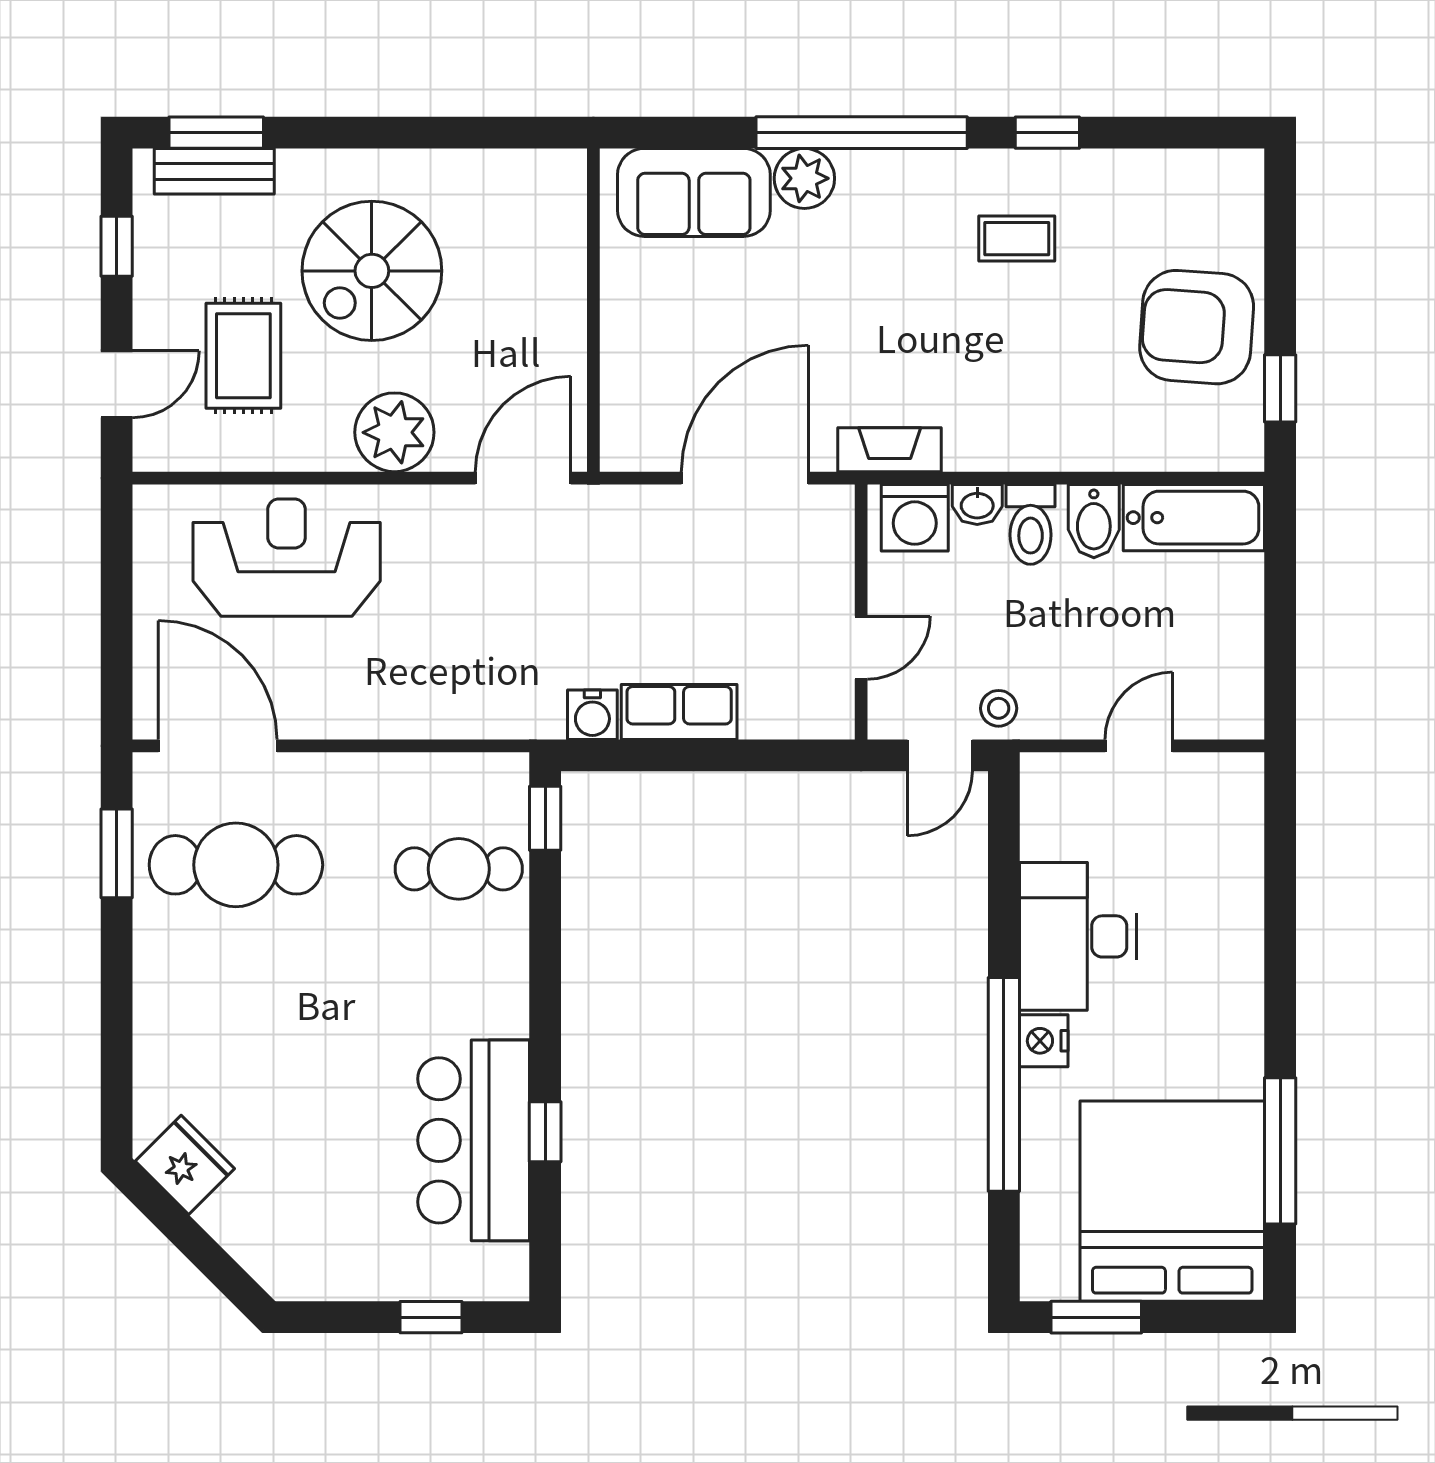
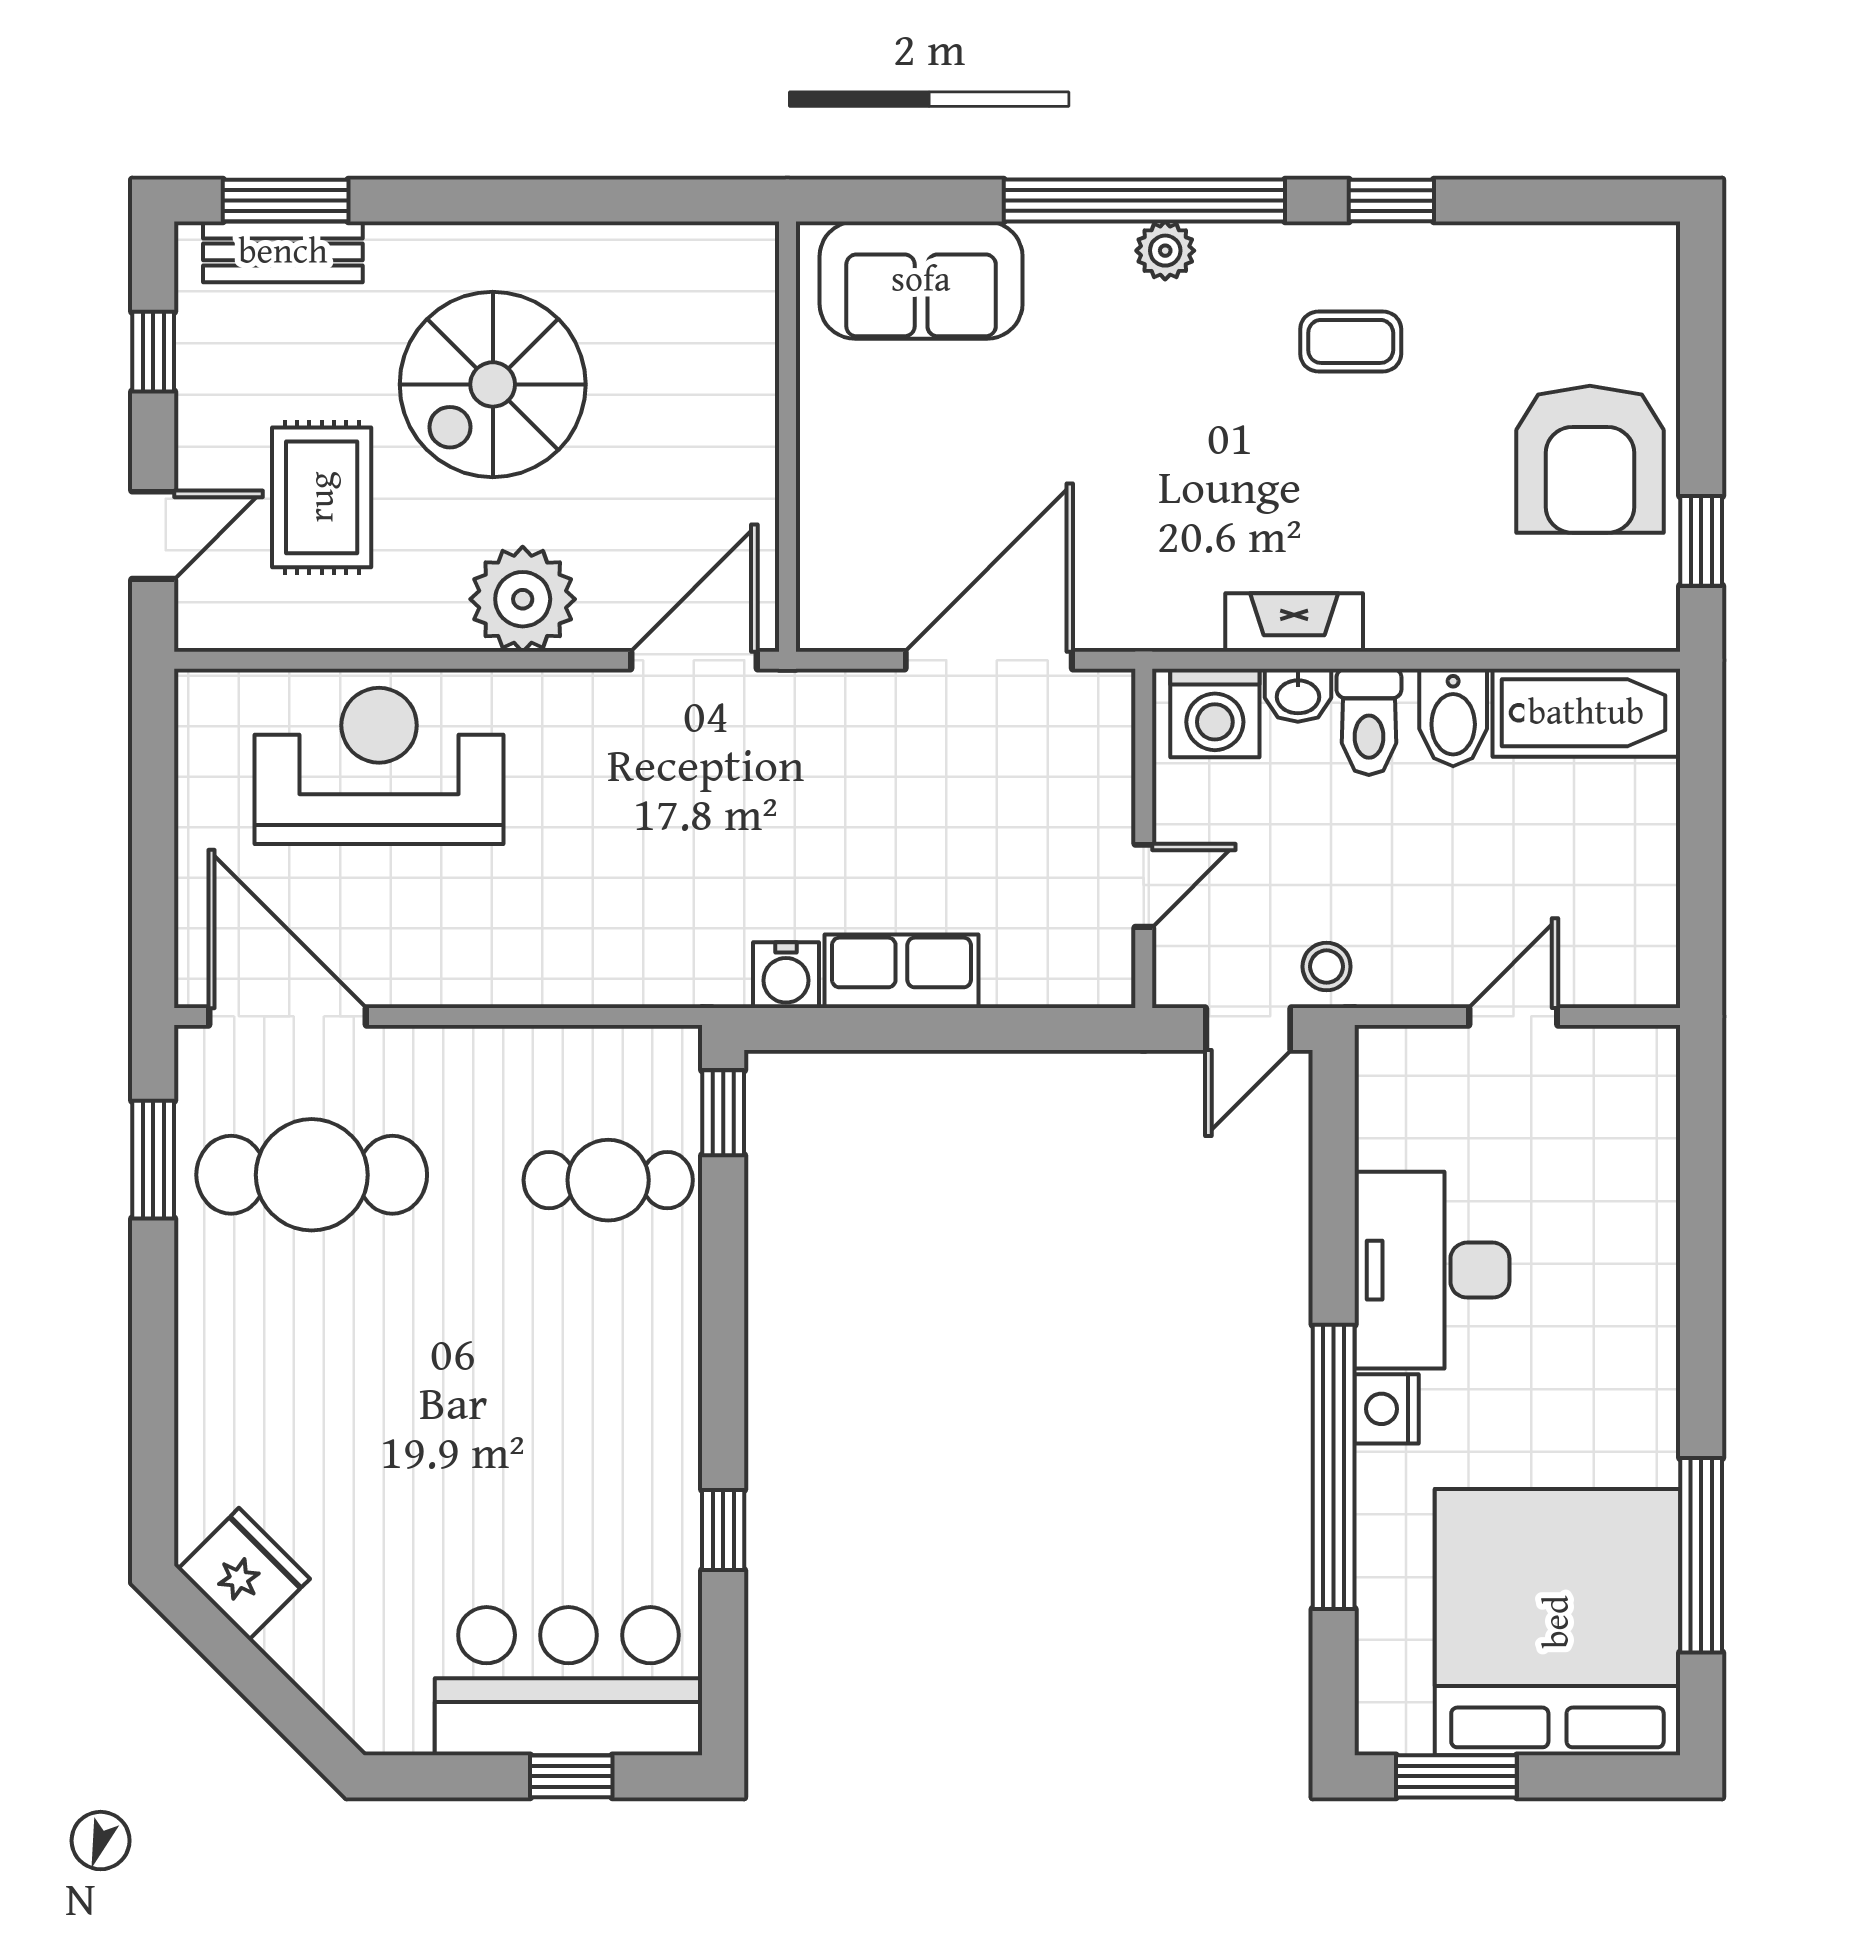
plant: (804, 178) -> (1165, 251), moved, width x0.73, depth x0.73
armchair: (1197, 327) -> (1590, 459), turned -94
fireplace: (890, 450) -> (1294, 622), moved
bar counter: (474, 1140) -> (569, 1681), moved, turned 90

